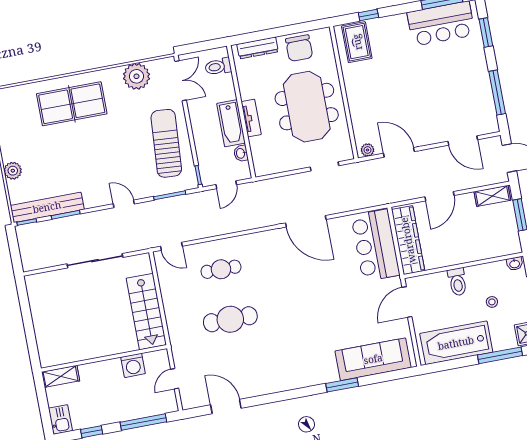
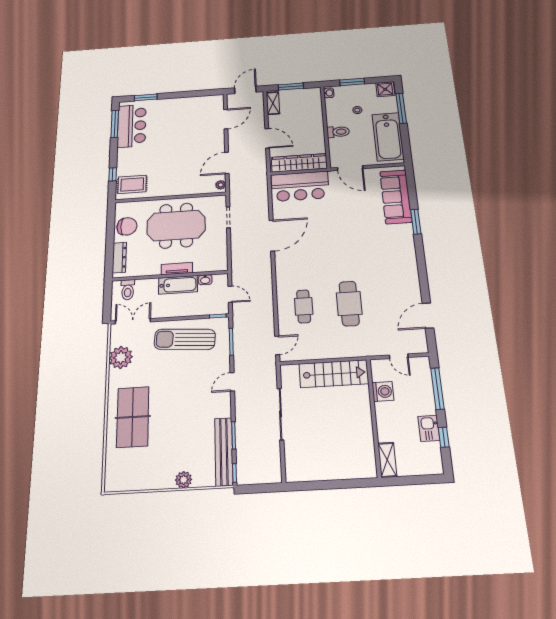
window: (497, 93) -> (193, 94), removed
kitchen sink: (60, 420) -> (429, 428), moved, turned -90

